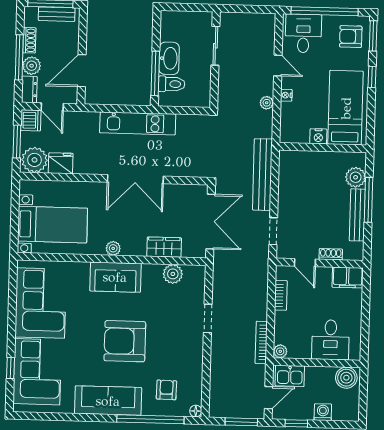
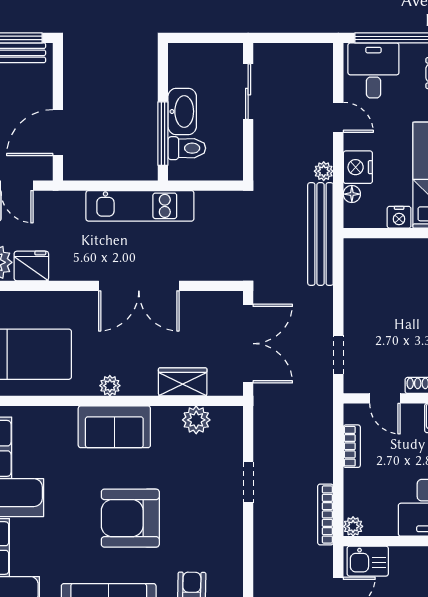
nightstand: (286, 95) -> (358, 167), width x1.89, depth x1.79
floor lamp: (286, 119) -> (352, 194), added
bench: (262, 175) -> (320, 234), moved

